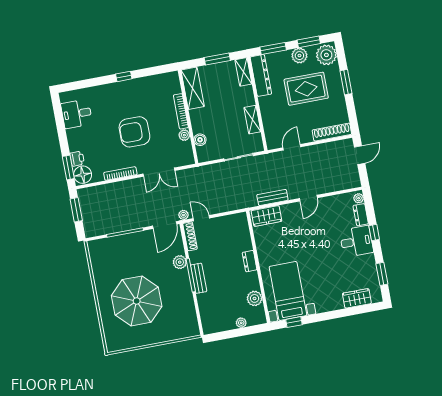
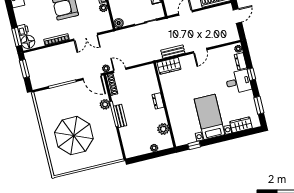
boiler: (200, 140) -> (119, 23), moved
door: (165, 225) -> (92, 77), hinge flipped
bed with nightstands: (288, 291) -> (209, 117), moved

